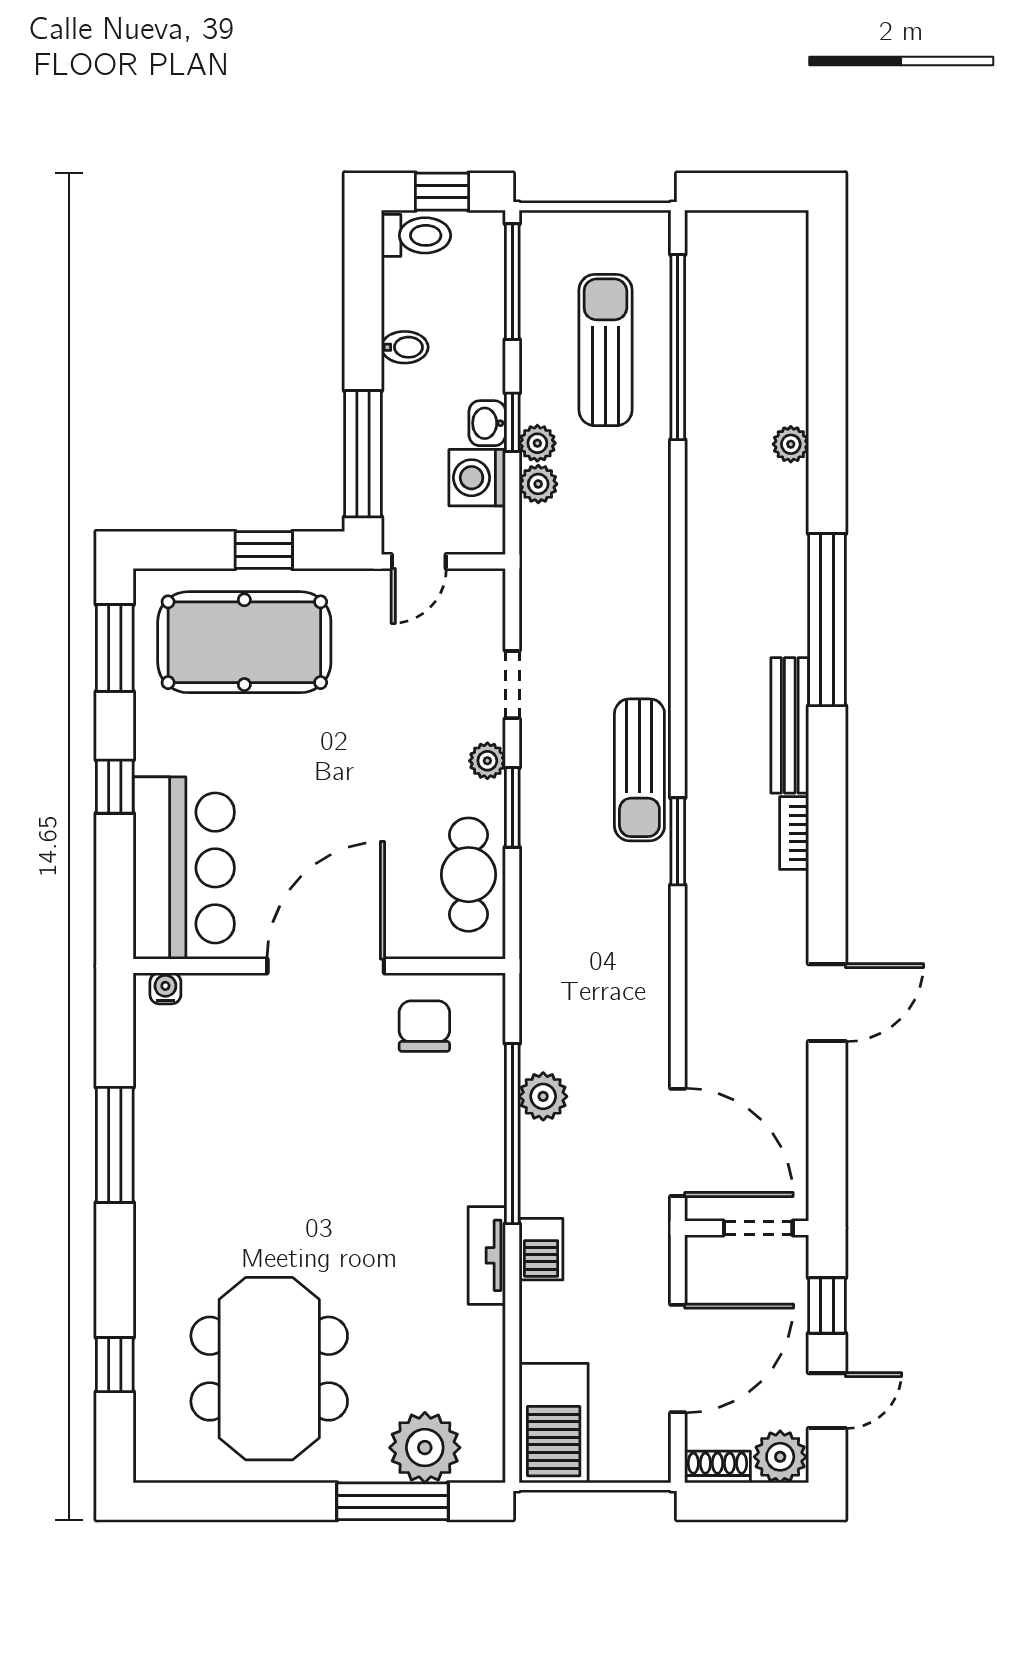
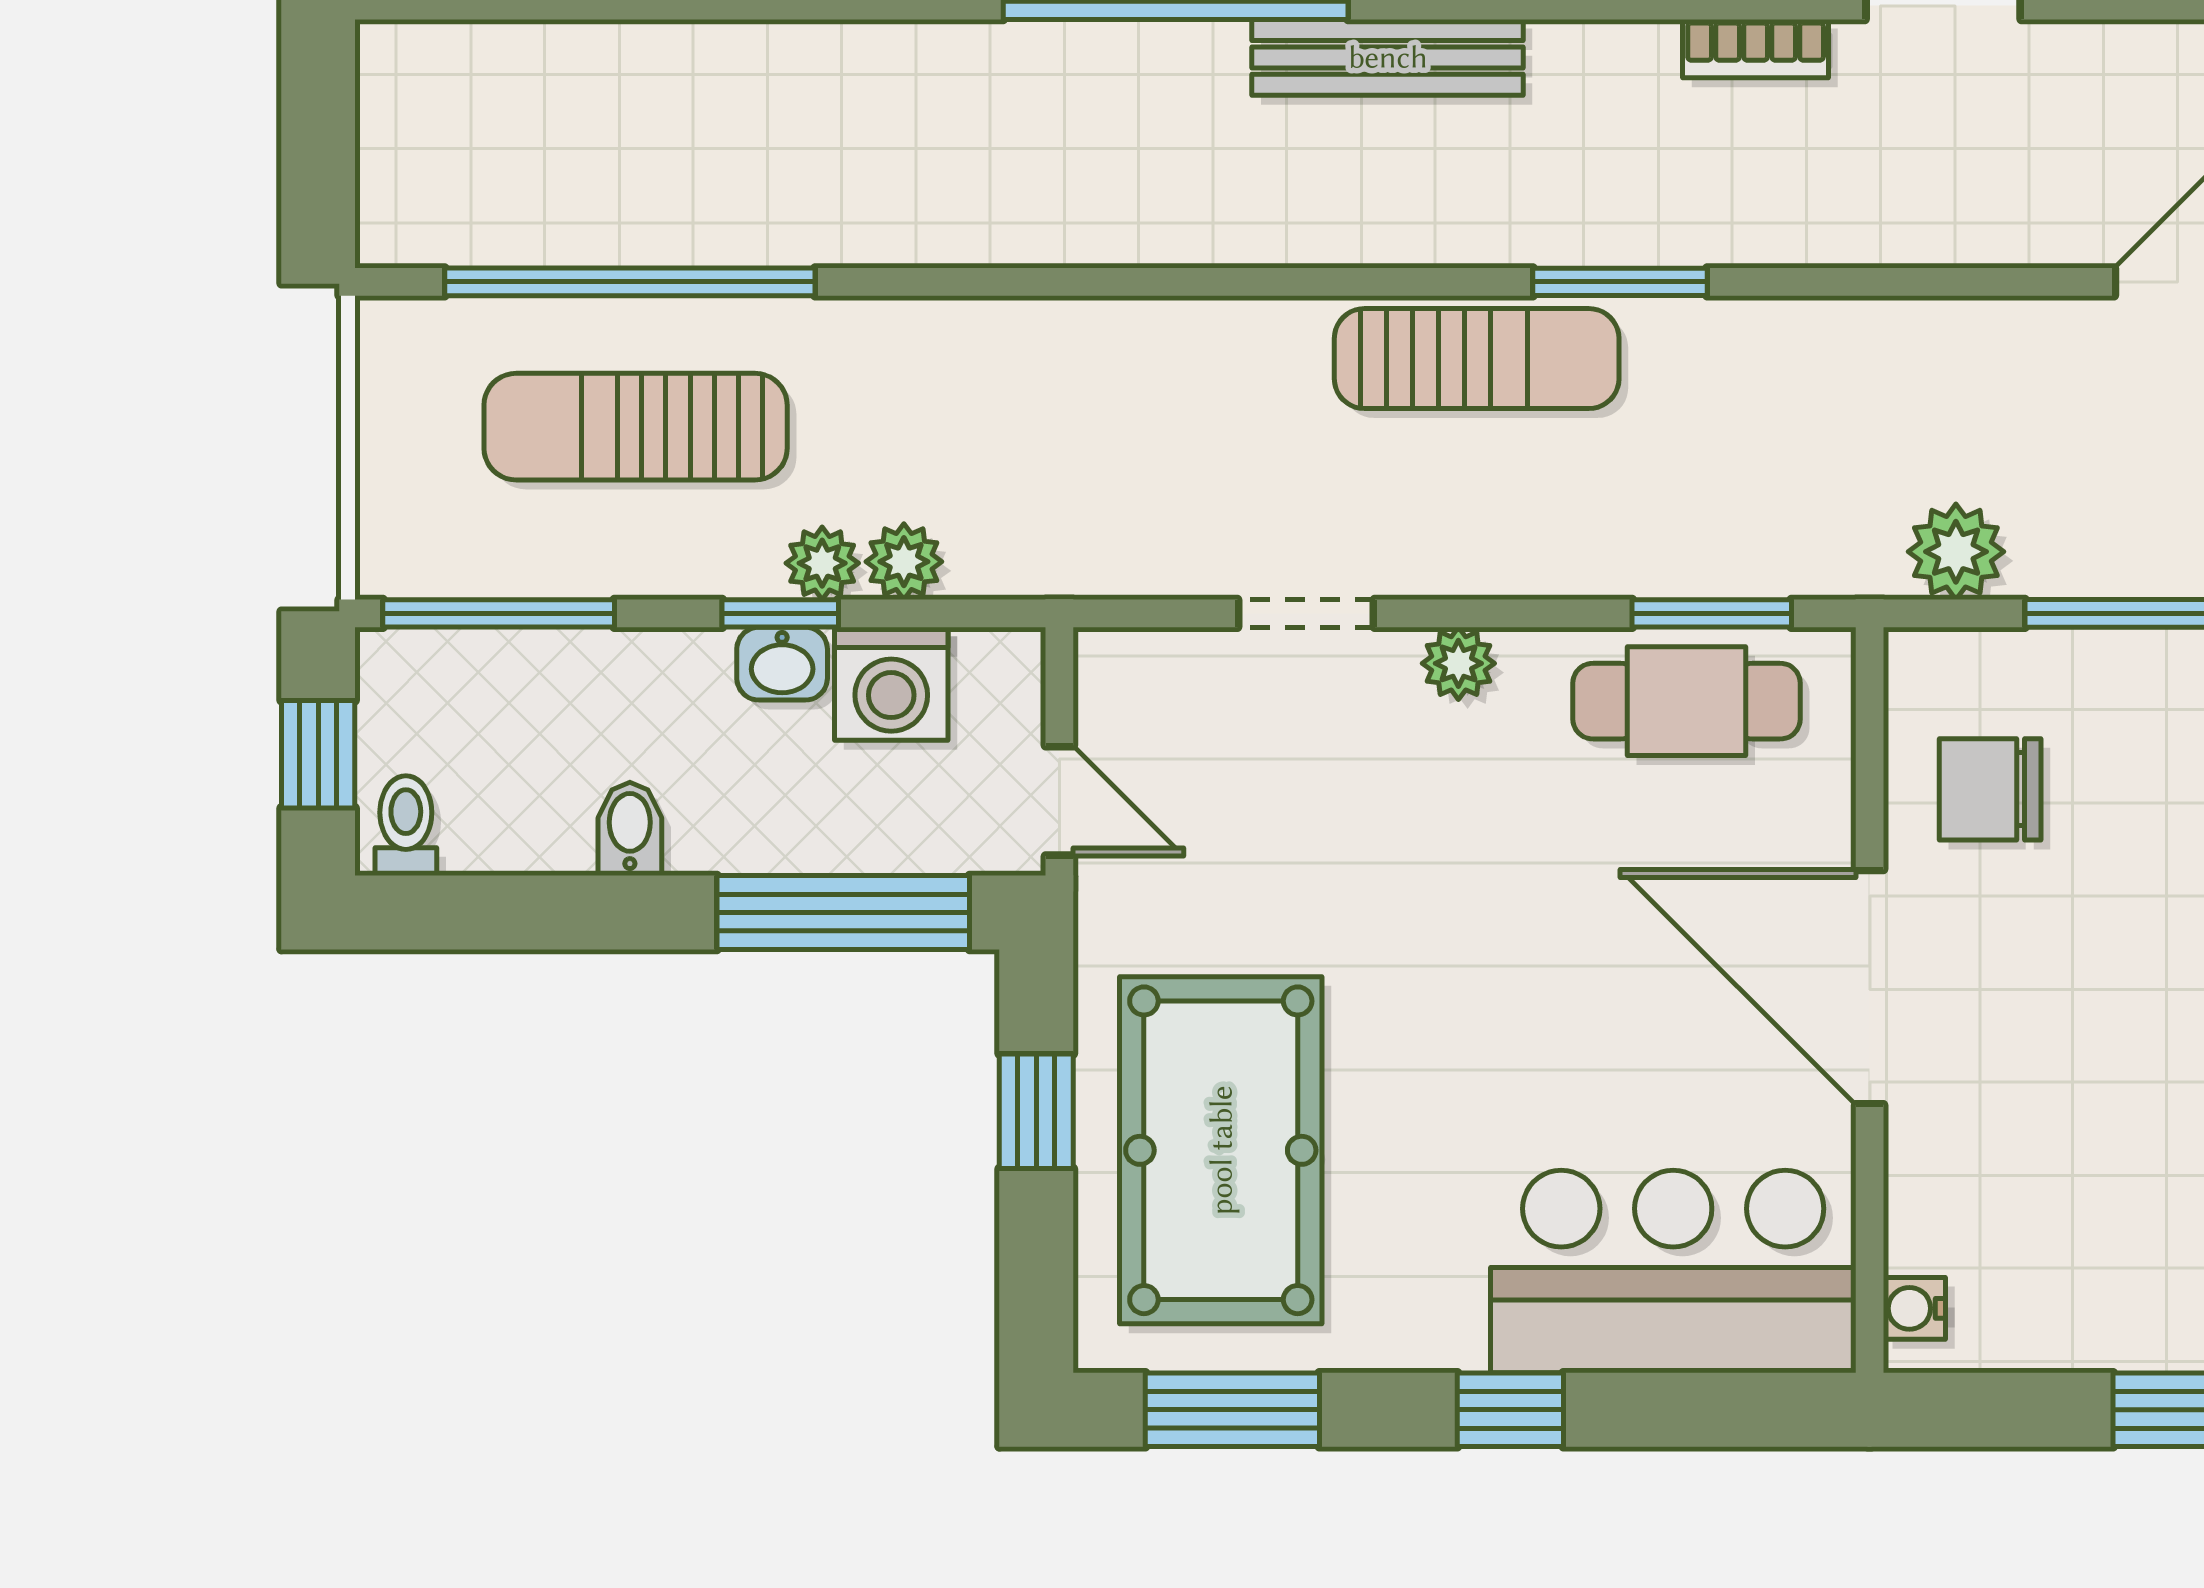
toilet: (416, 235) -> (406, 826), width x0.73, depth x0.72
plant: (791, 444) -> (824, 55), removed
window: (512, 807) -> (1712, 613), moved
bookcase: (794, 833) -> (1756, 49), moved
plant: (543, 1096) -> (1956, 552), moved

